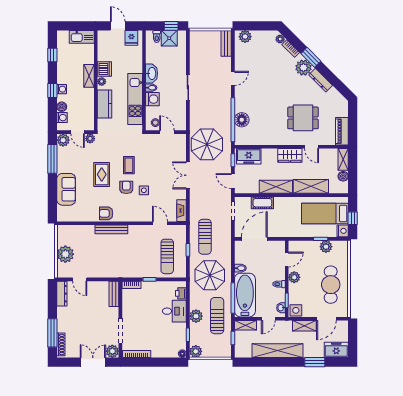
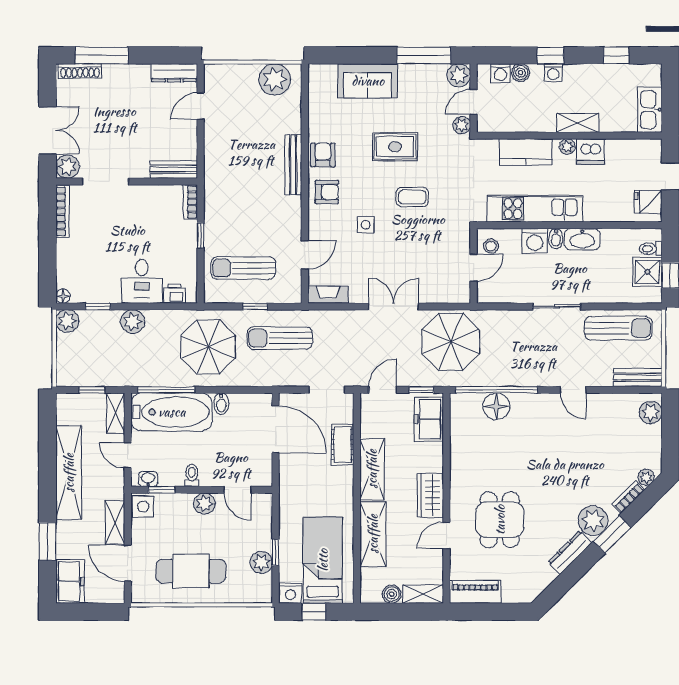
armchair: (126, 187) -> (327, 192), moved
plant: (65, 254) -> (275, 79), moved
sun lounger: (217, 316) -> (618, 328), moved

